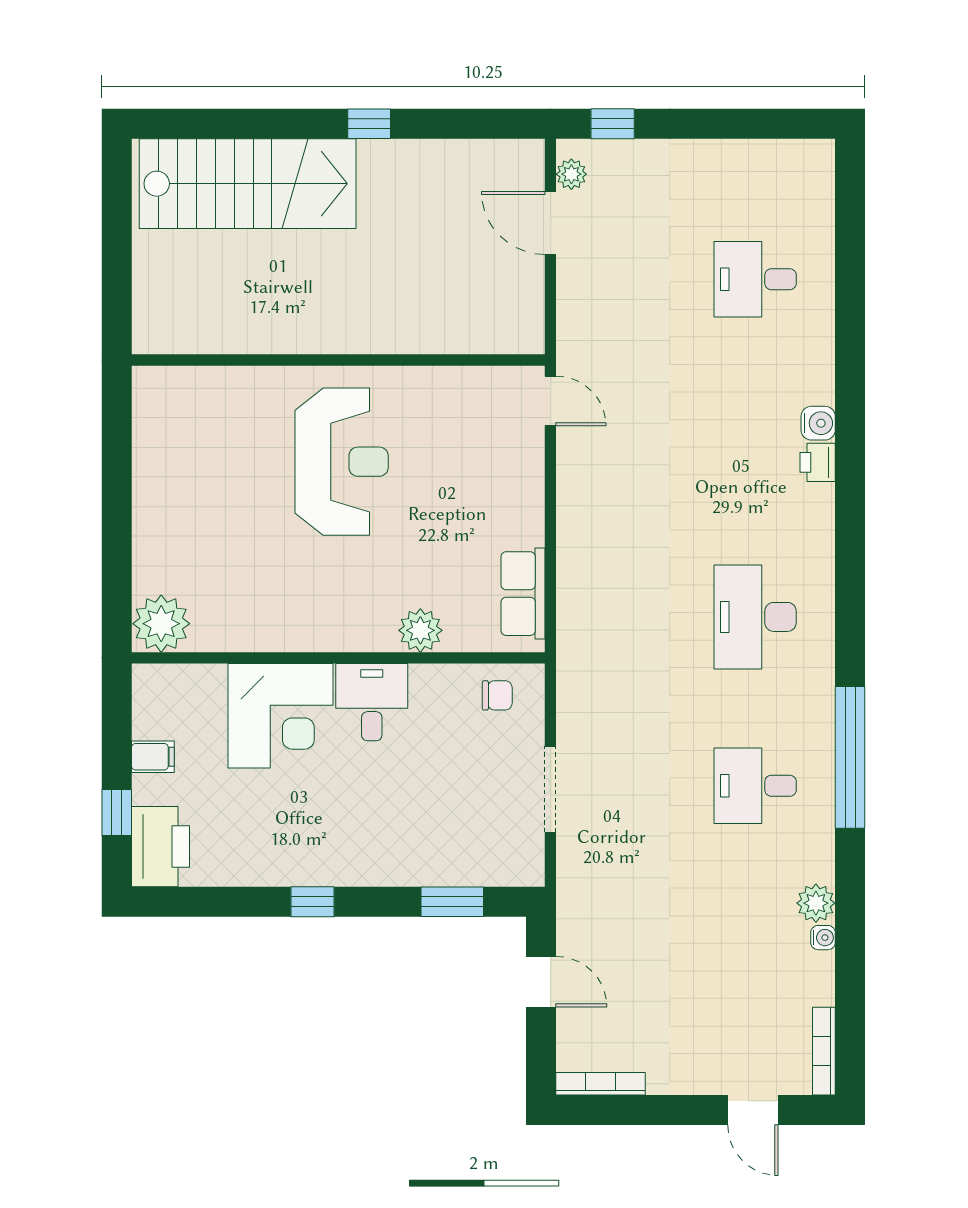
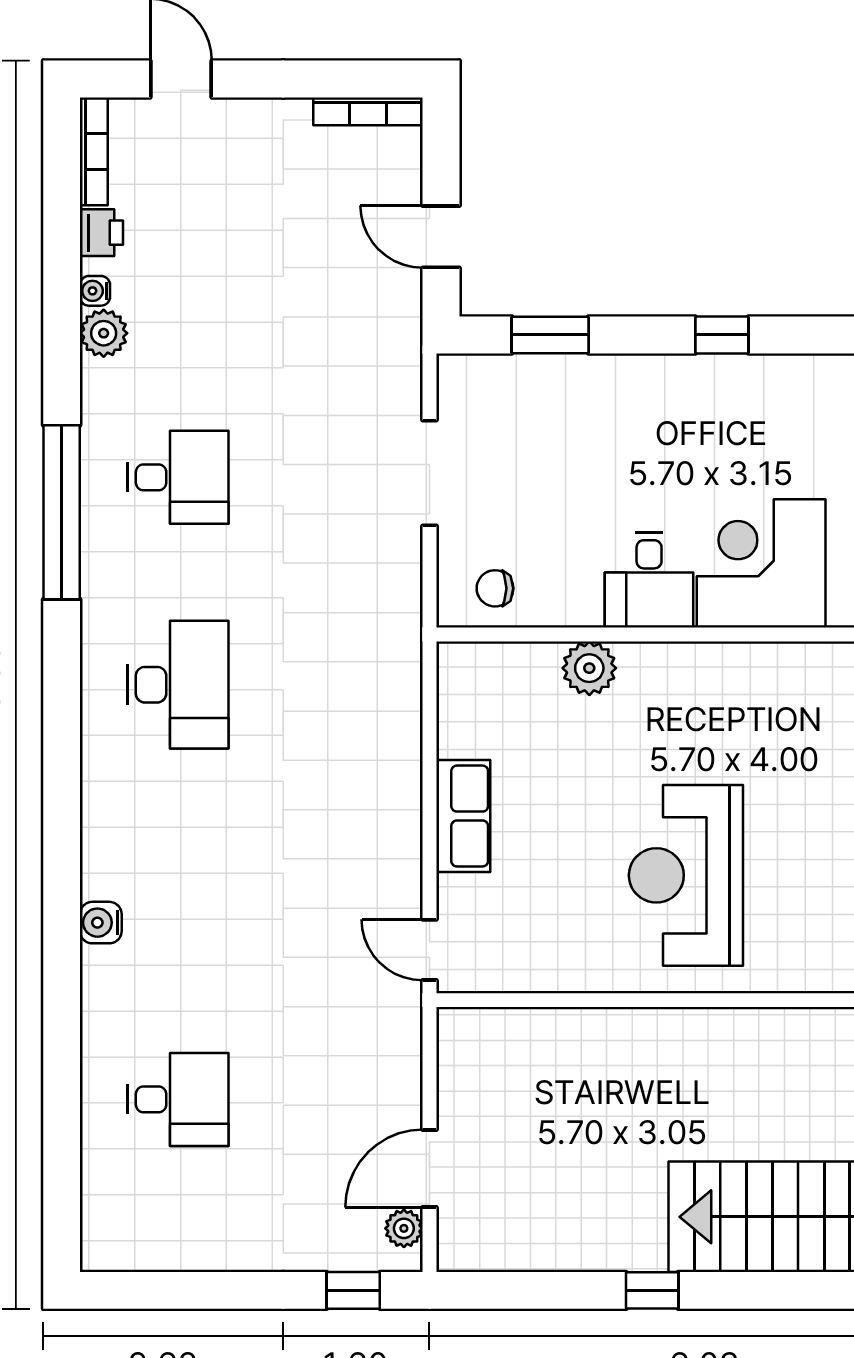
door: (550, 223) -> (430, 1169), swing flipped
printer: (818, 462) -> (101, 233), moved
row of seats: (523, 594) -> (463, 816), moved

